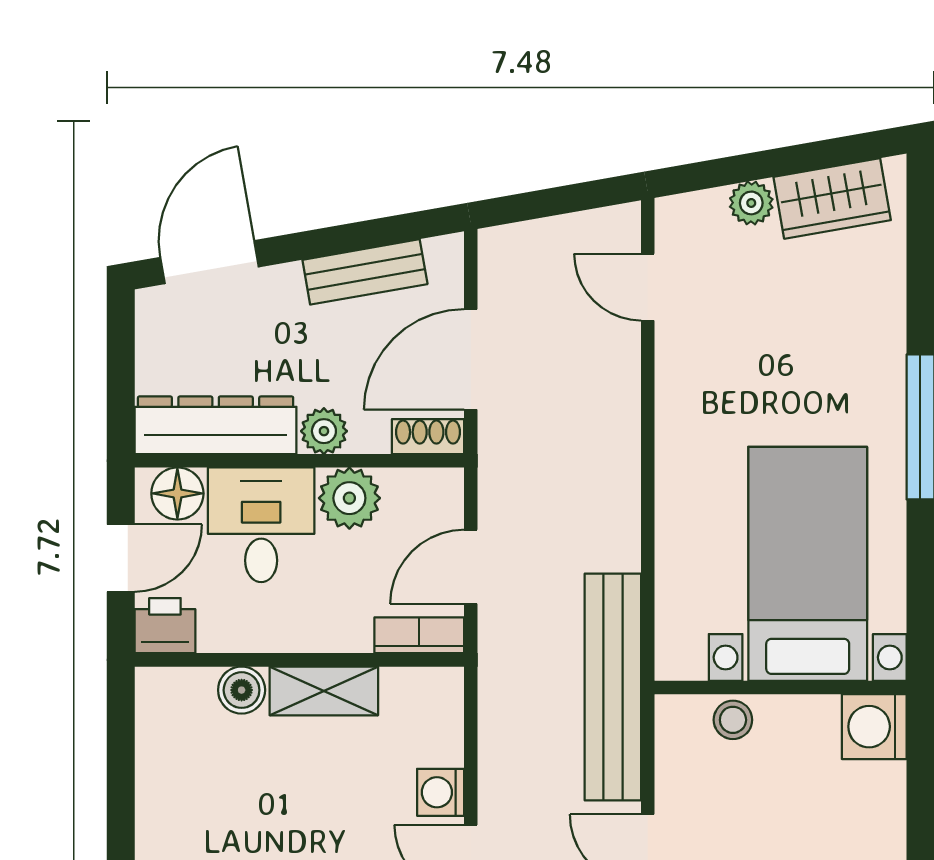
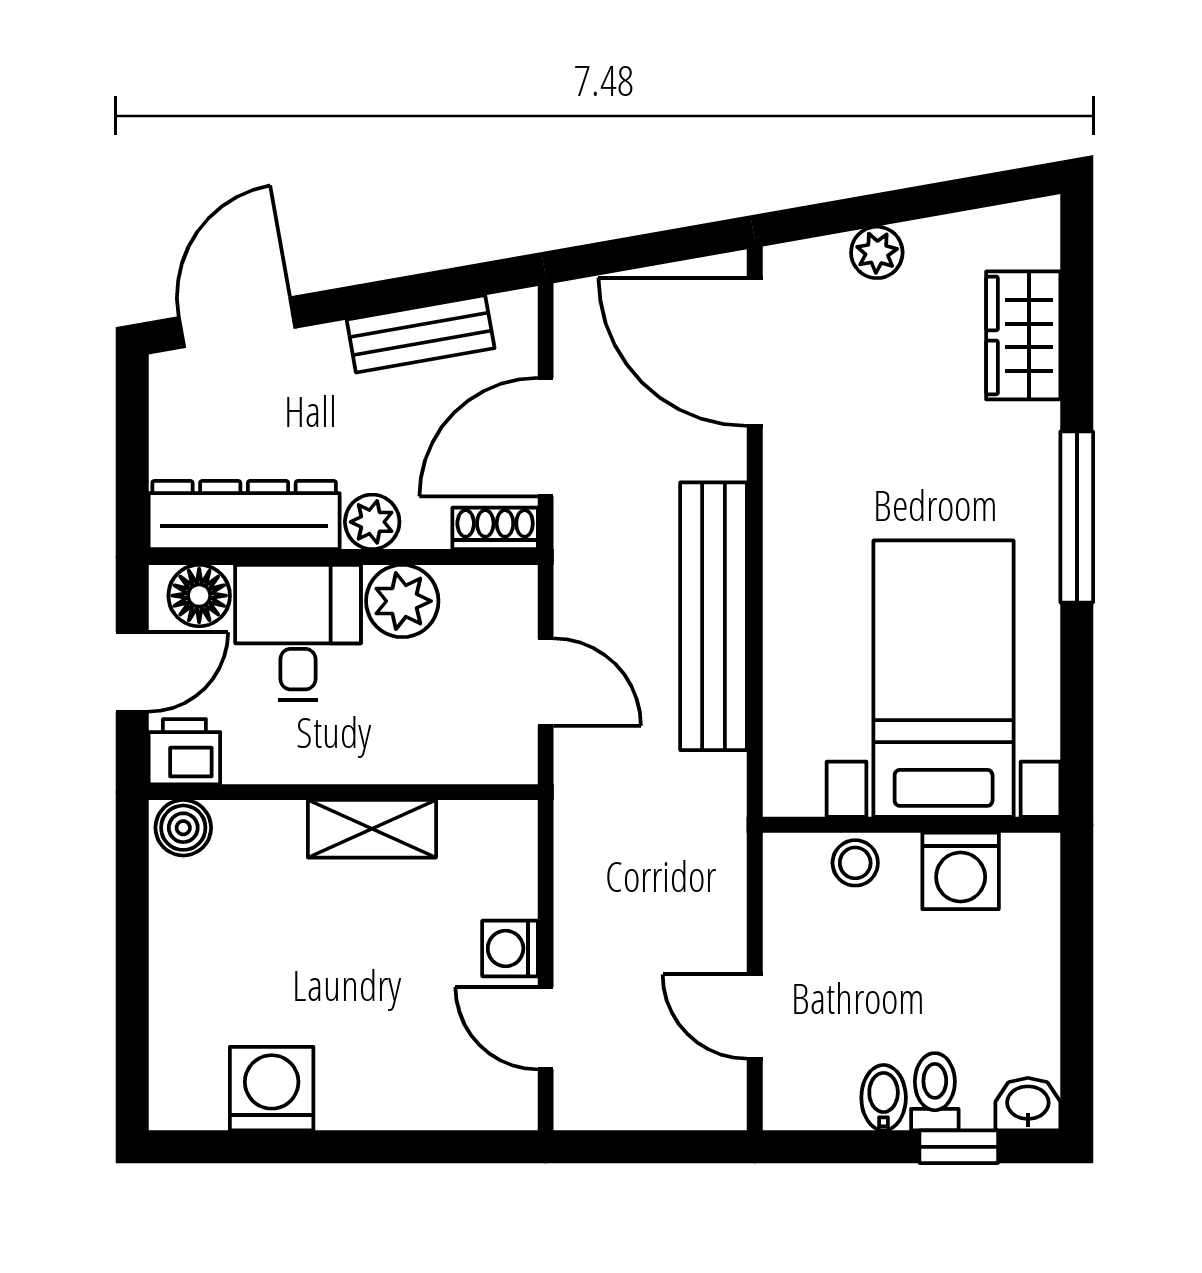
wardrobe: (832, 199) -> (1023, 335), moved, turned 100
door: (648, 287) -> (755, 352), width x1.88
door: (471, 567) -> (546, 682), swing flipped
bookcase: (419, 635) -> (485, 763), removed
bench: (613, 687) -> (714, 616), moved
boiler: (242, 690) -> (183, 828), moved
washing machine: (874, 727) -> (961, 871), moved, turned -90

